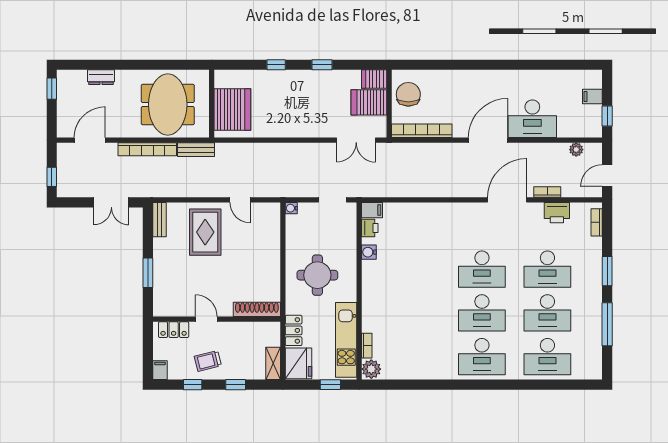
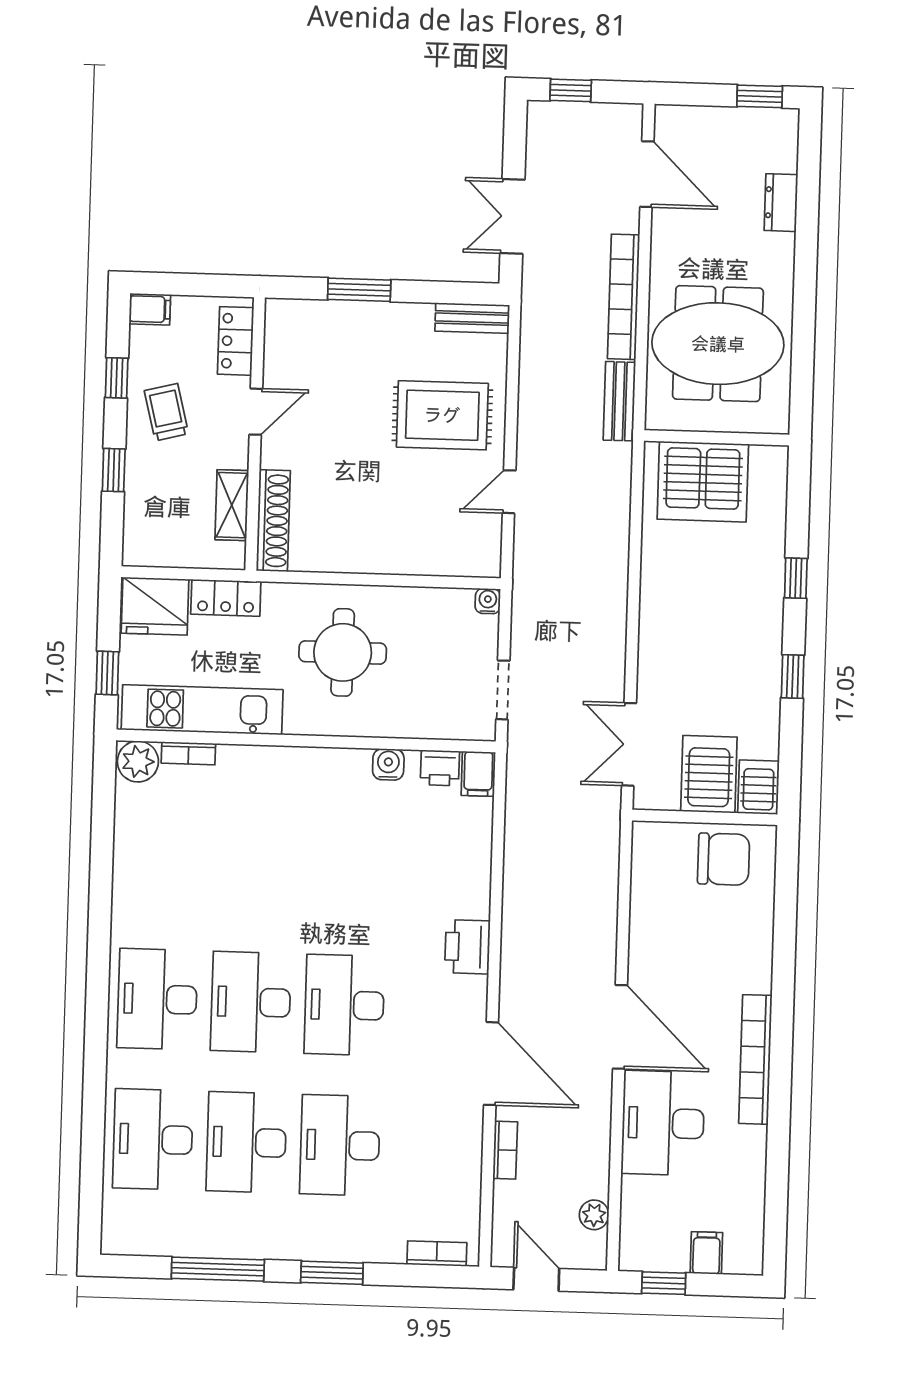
bookcase: (422, 131) -> (755, 1059), moved, turned 180
printer: (557, 213) -> (467, 947), moved
shelving: (273, 363) -> (232, 505), moved, turned 90

